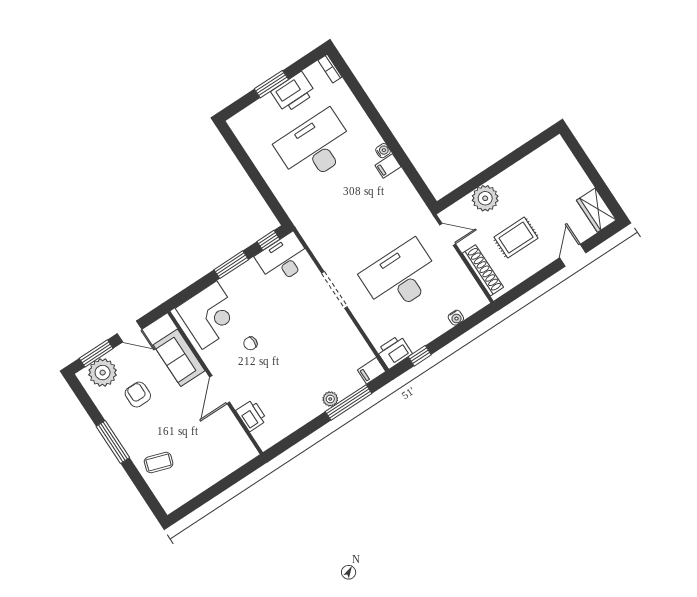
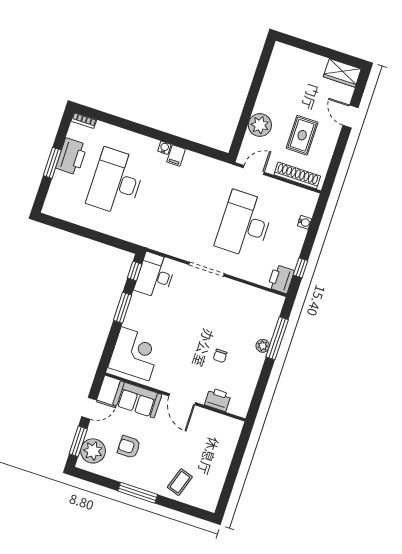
chair: (250, 343) -> (220, 356), moved
filing cabinet: (372, 371) -> (276, 304), removed

